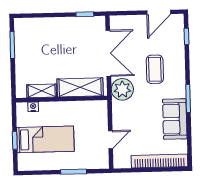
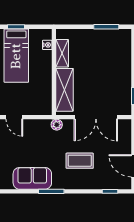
plant: (122, 89) -> (57, 125), width x0.53, depth x0.53

